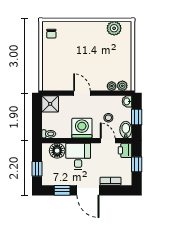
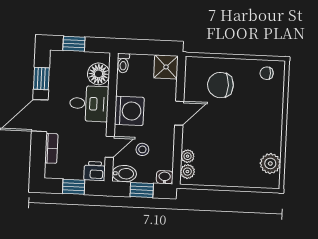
chair: (61, 65) -> (220, 85), added

